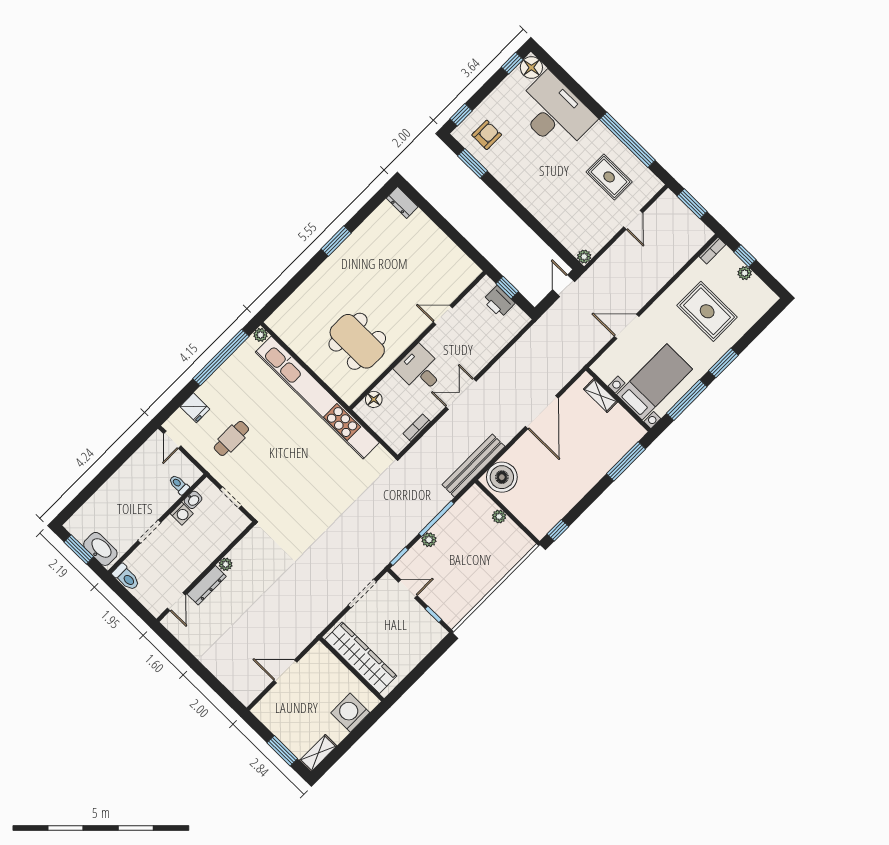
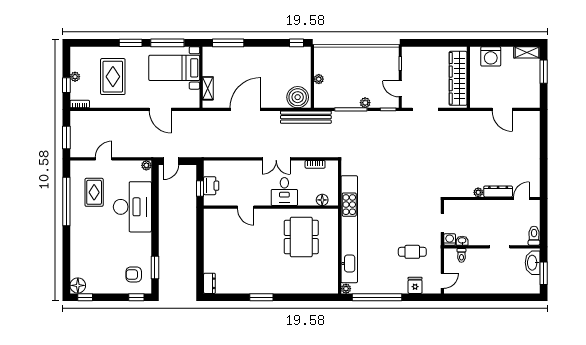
desk: (554, 113) -> (132, 207), moved, turned 180
washing machine: (182, 514) -> (450, 239), moved

